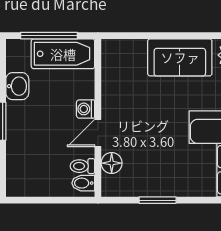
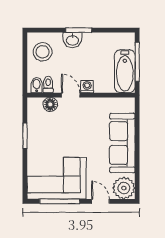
sofa: (180, 57) -> (122, 143), width x1.36
washbasin: (17, 86) -> (72, 40), moved
stool: (35, 174) -> (43, 52), added

